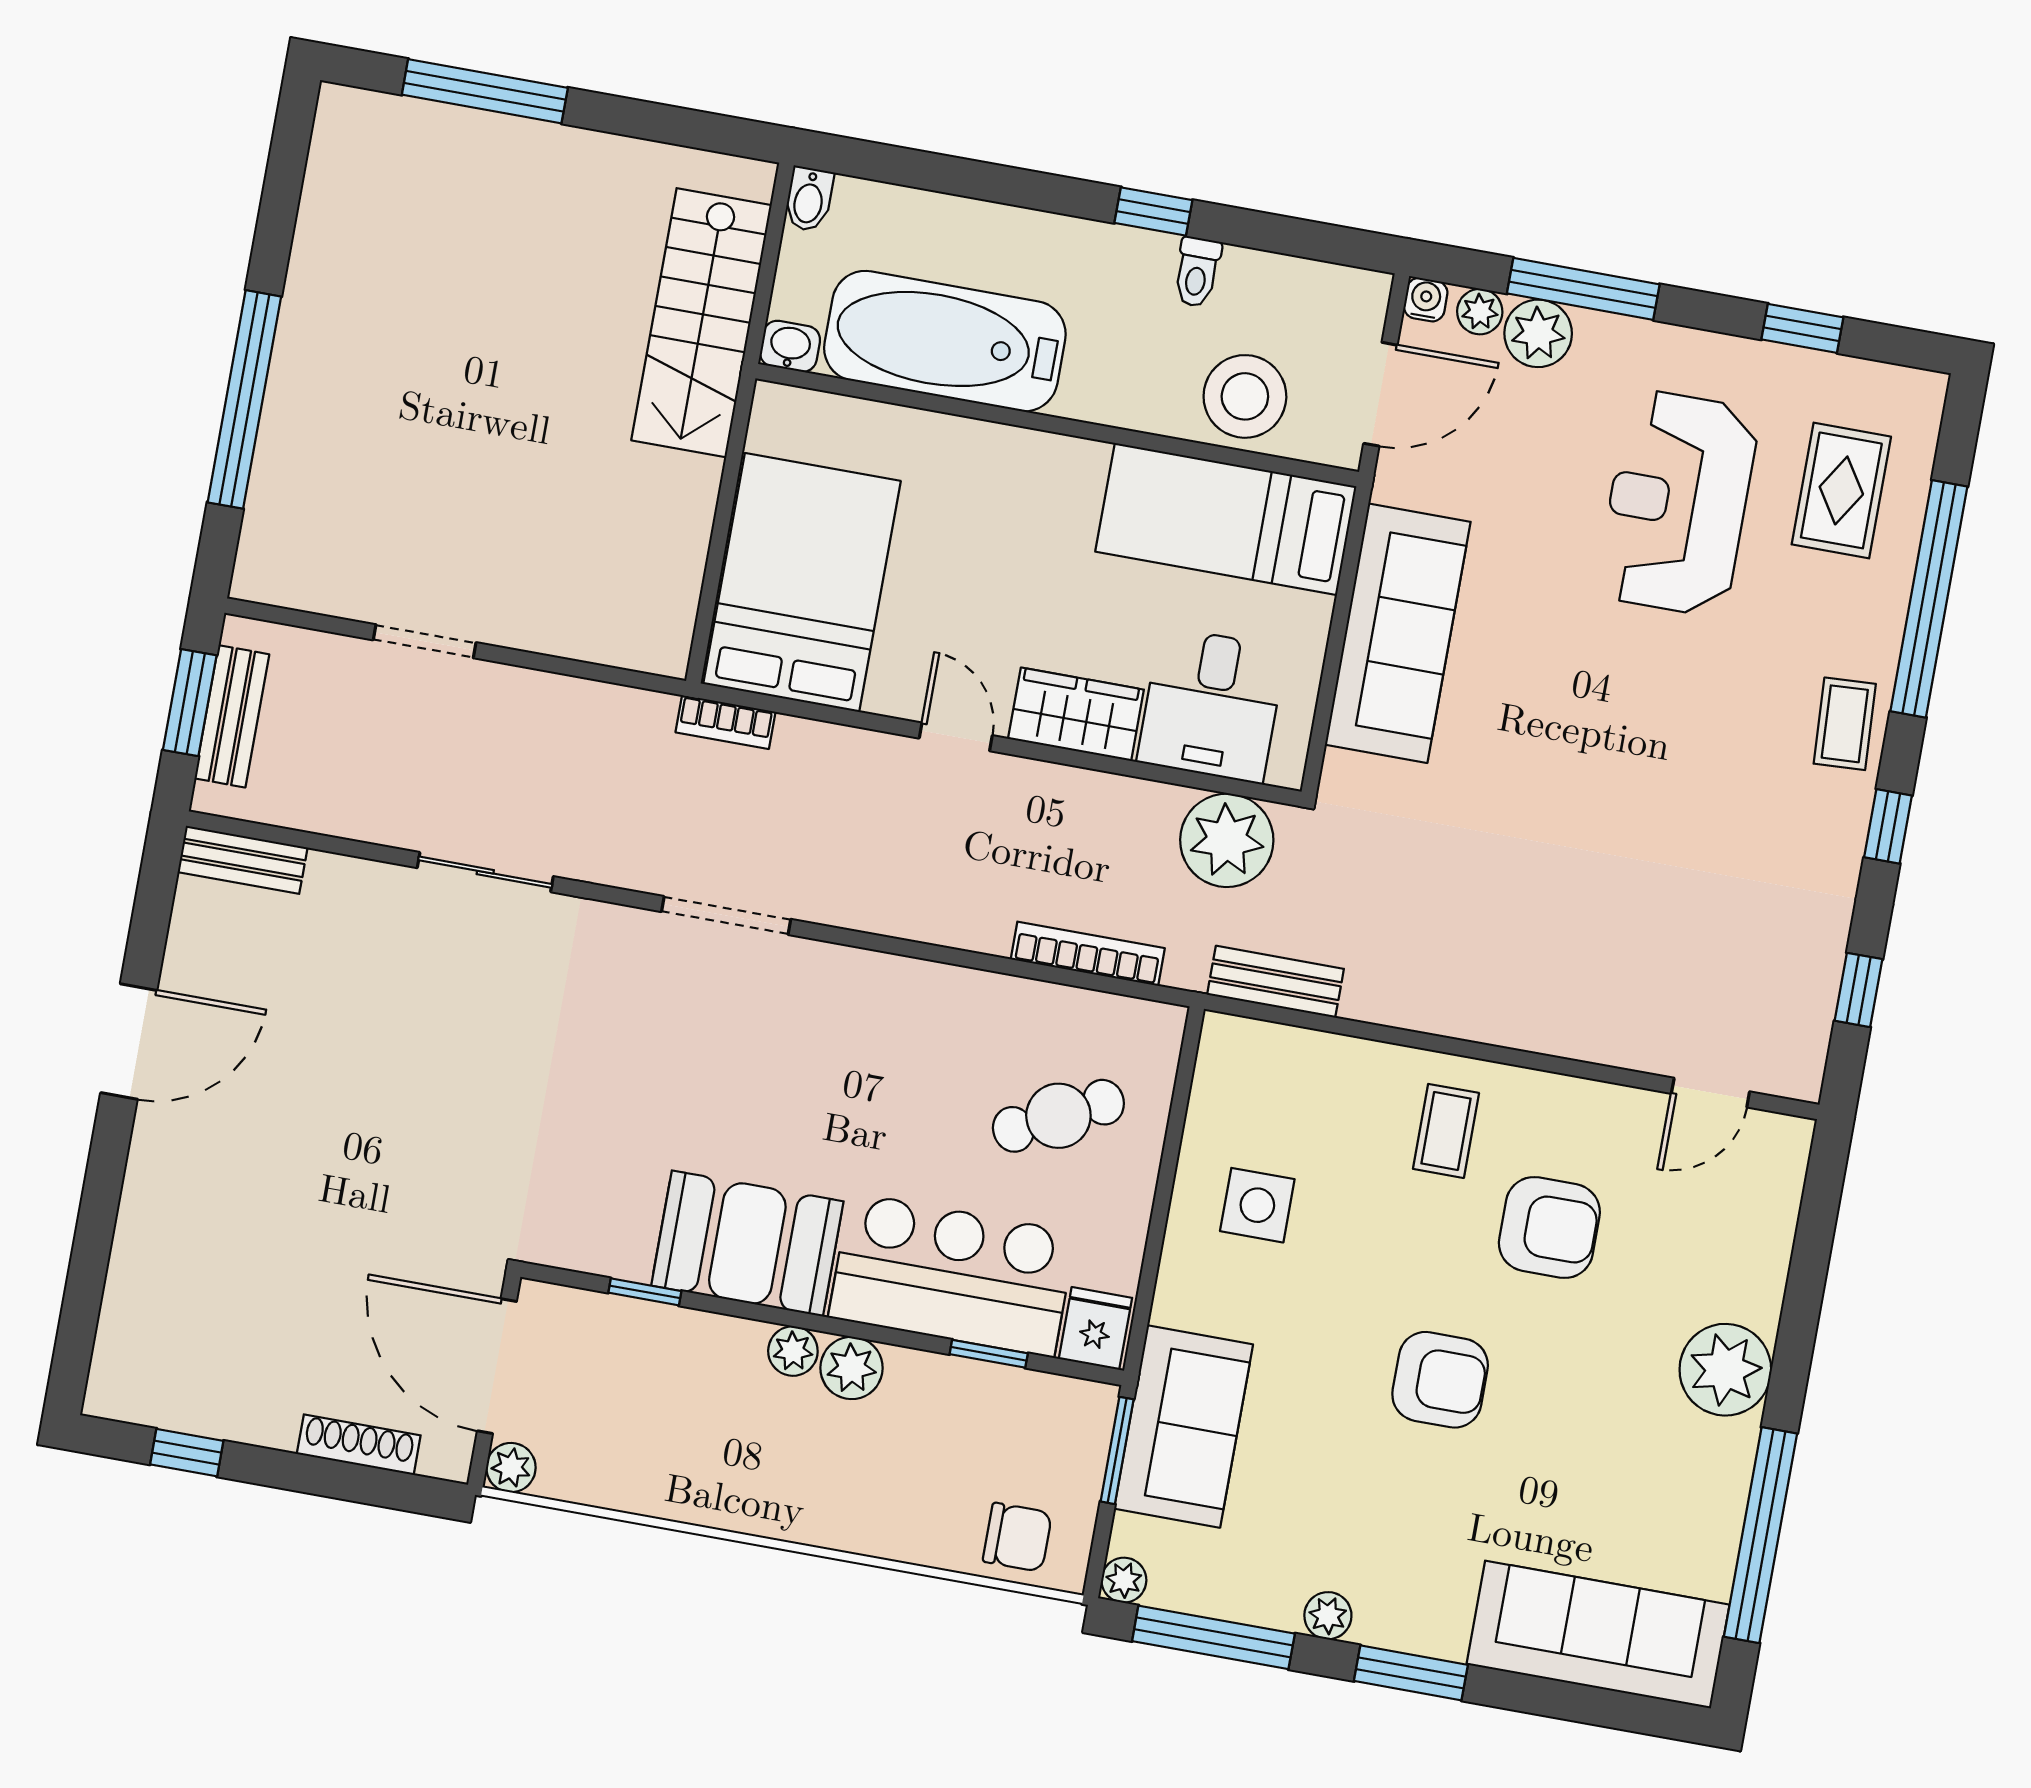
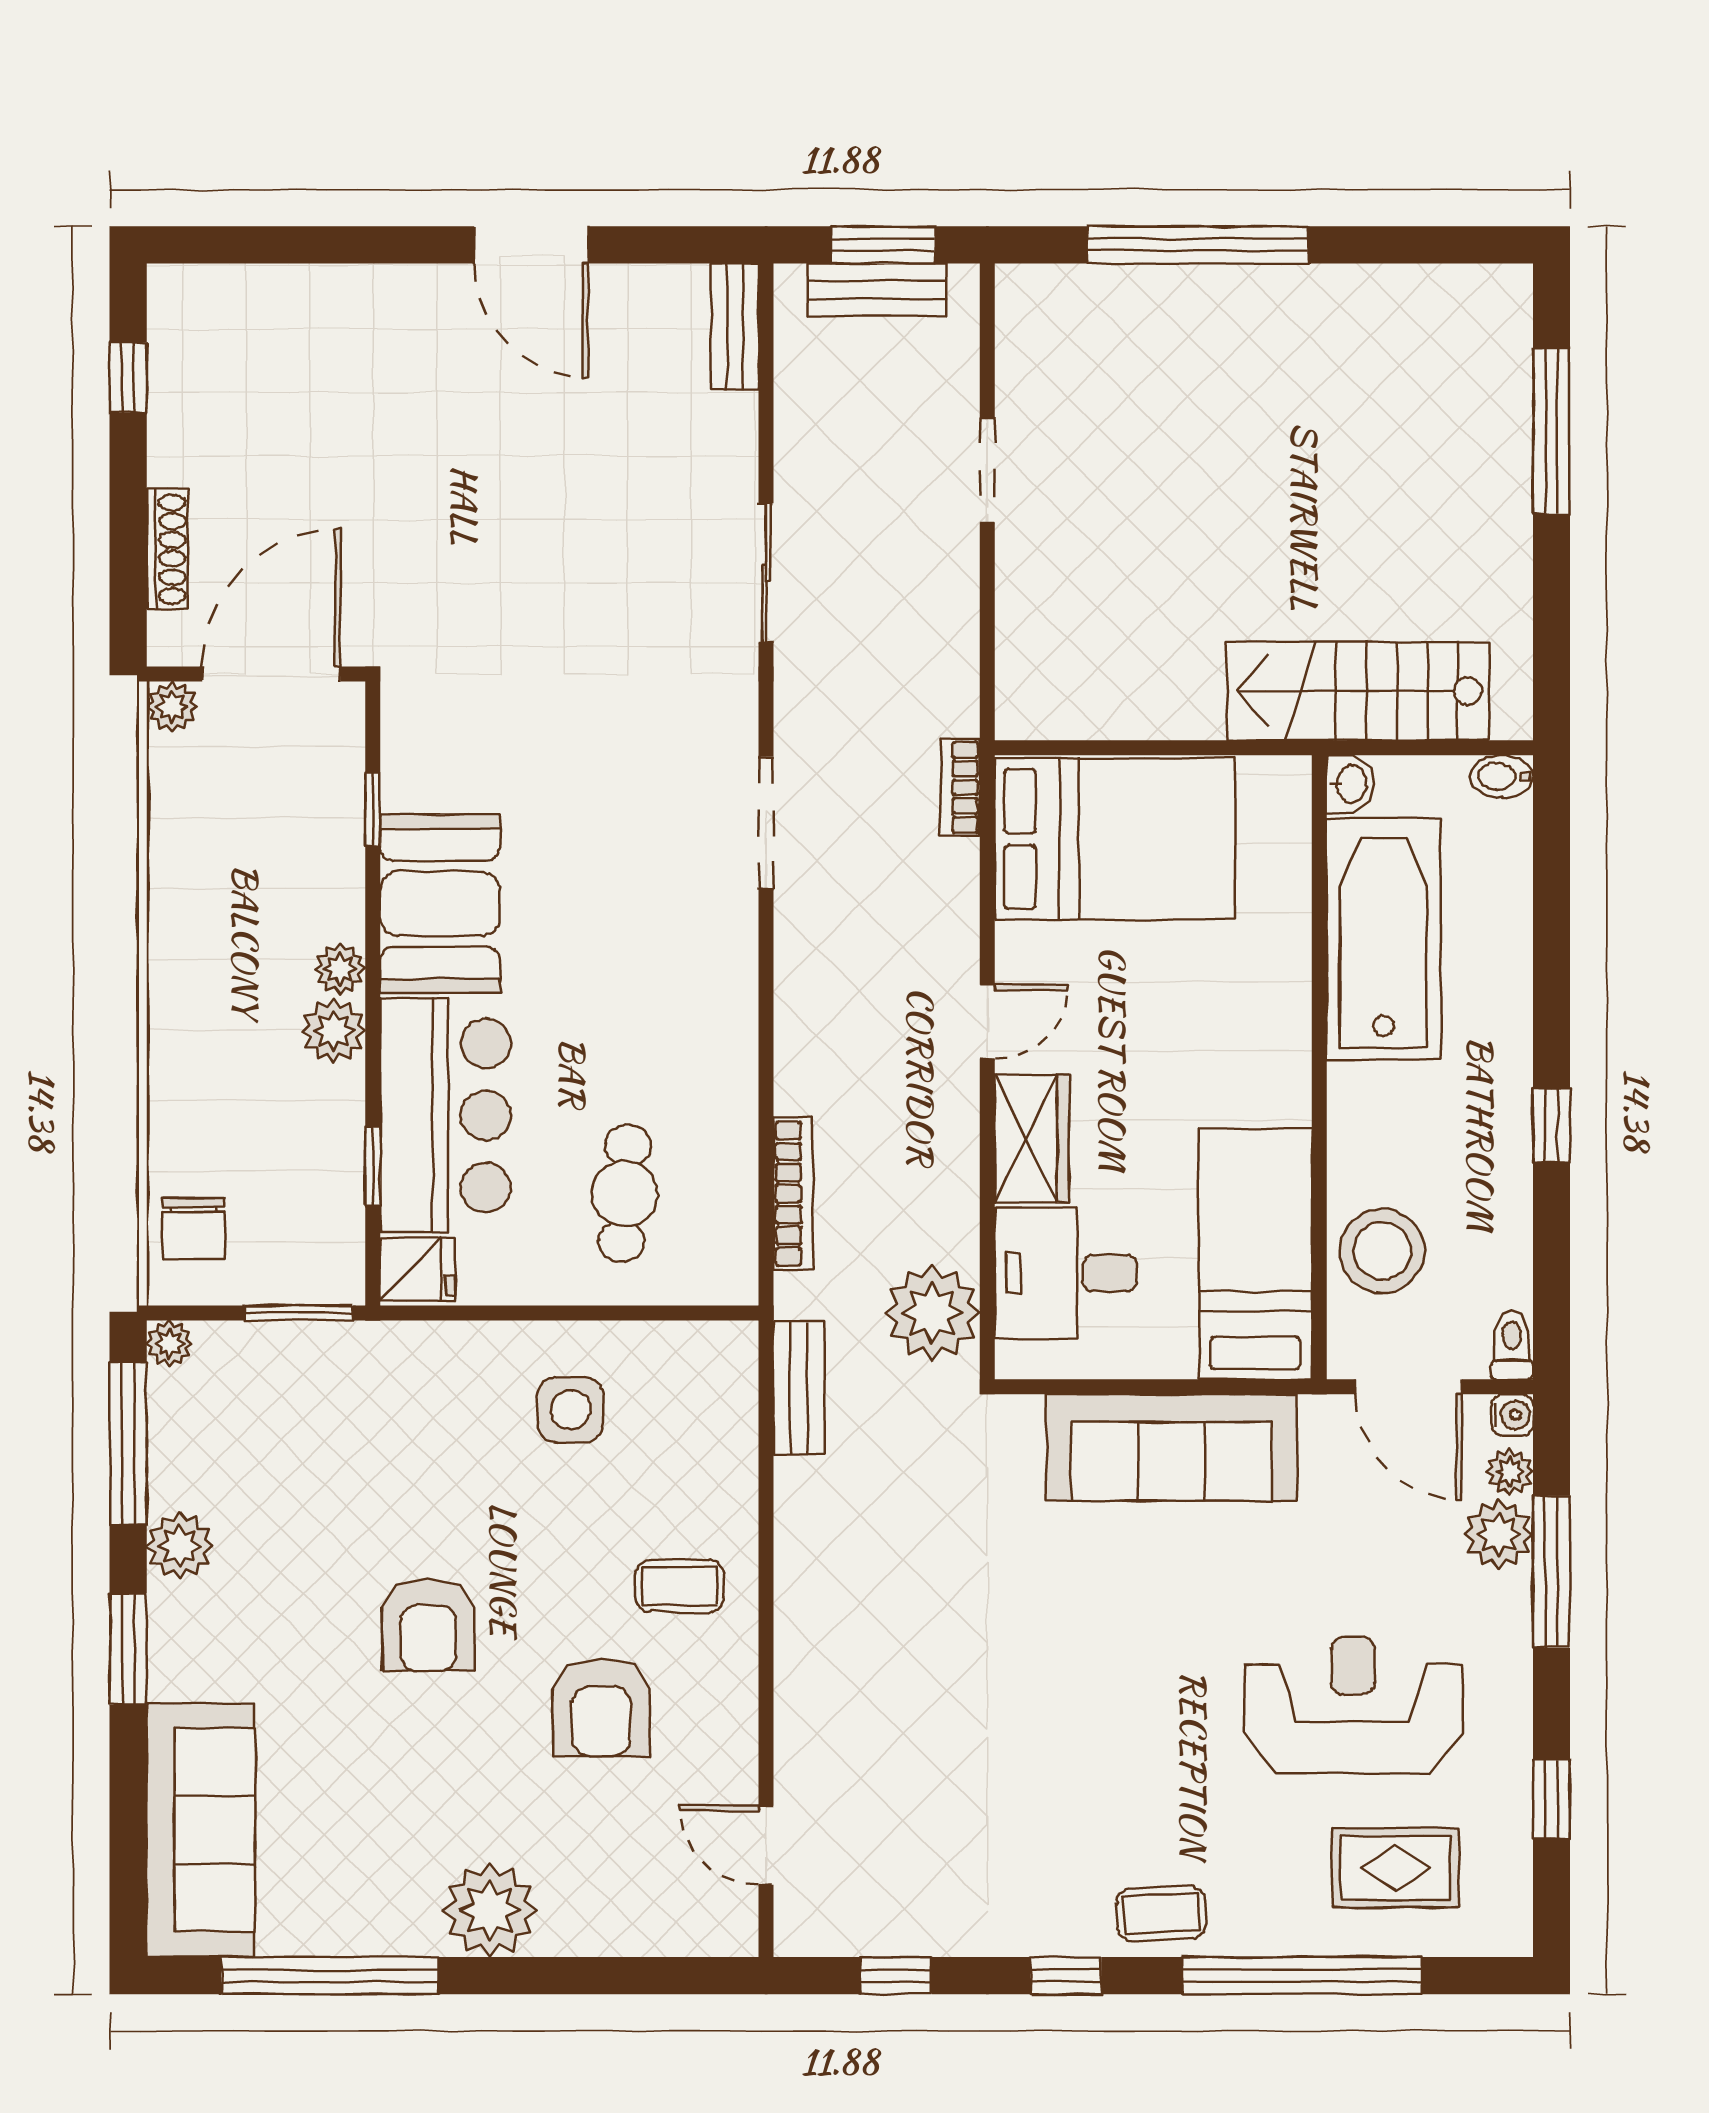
toilet: (1197, 272) -> (1512, 1345), moved, turned 90
cafe table: (1058, 1116) -> (625, 1193), turned 31
sofa: (1184, 1427) -> (335, 1376), removed
plant: (1328, 1616) -> (180, 1546), width x1.38, depth x1.38

